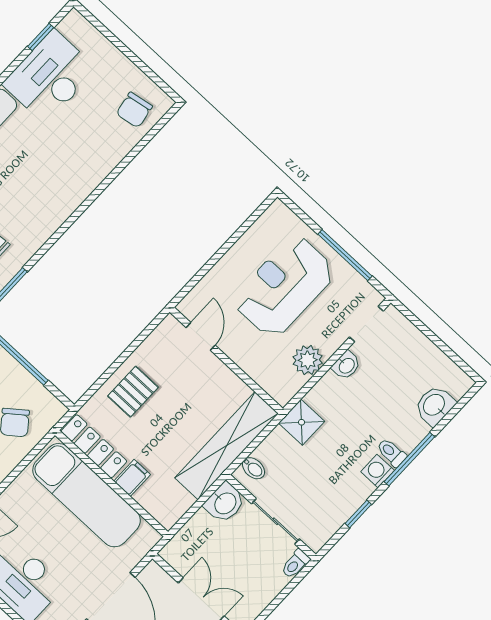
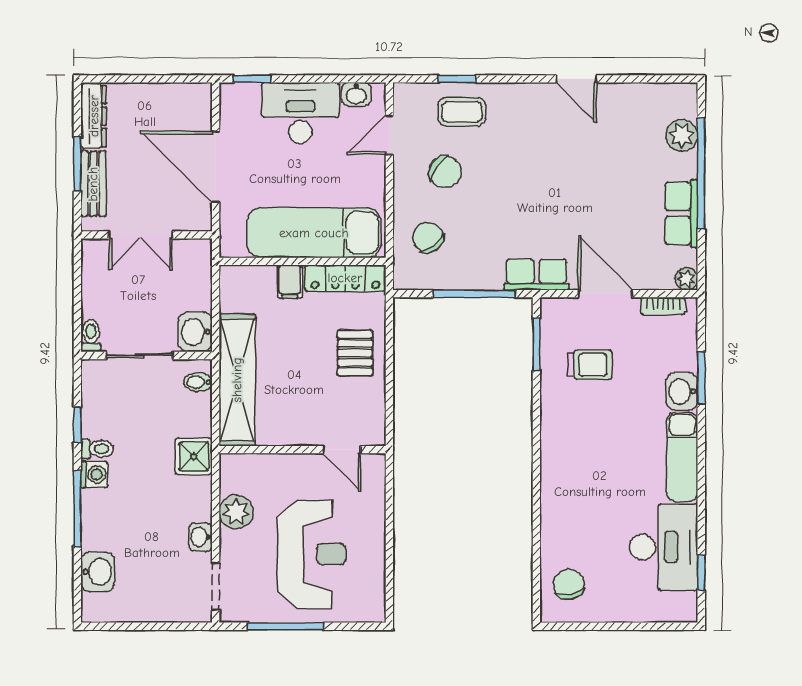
toilet: (391, 453) -> (97, 449), moved

